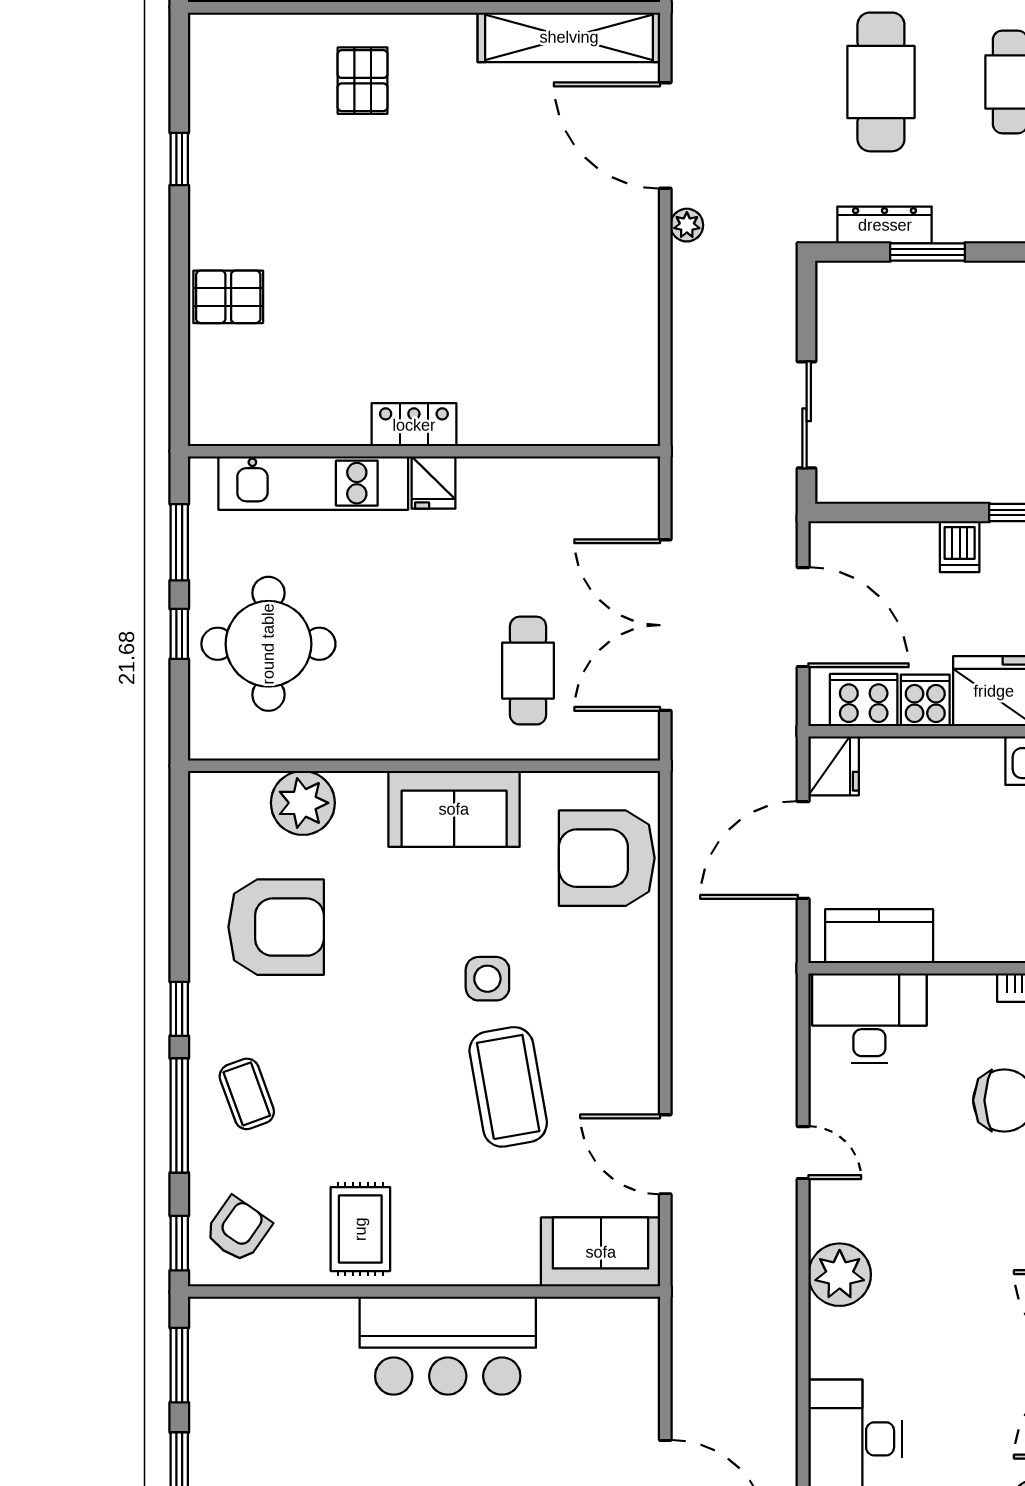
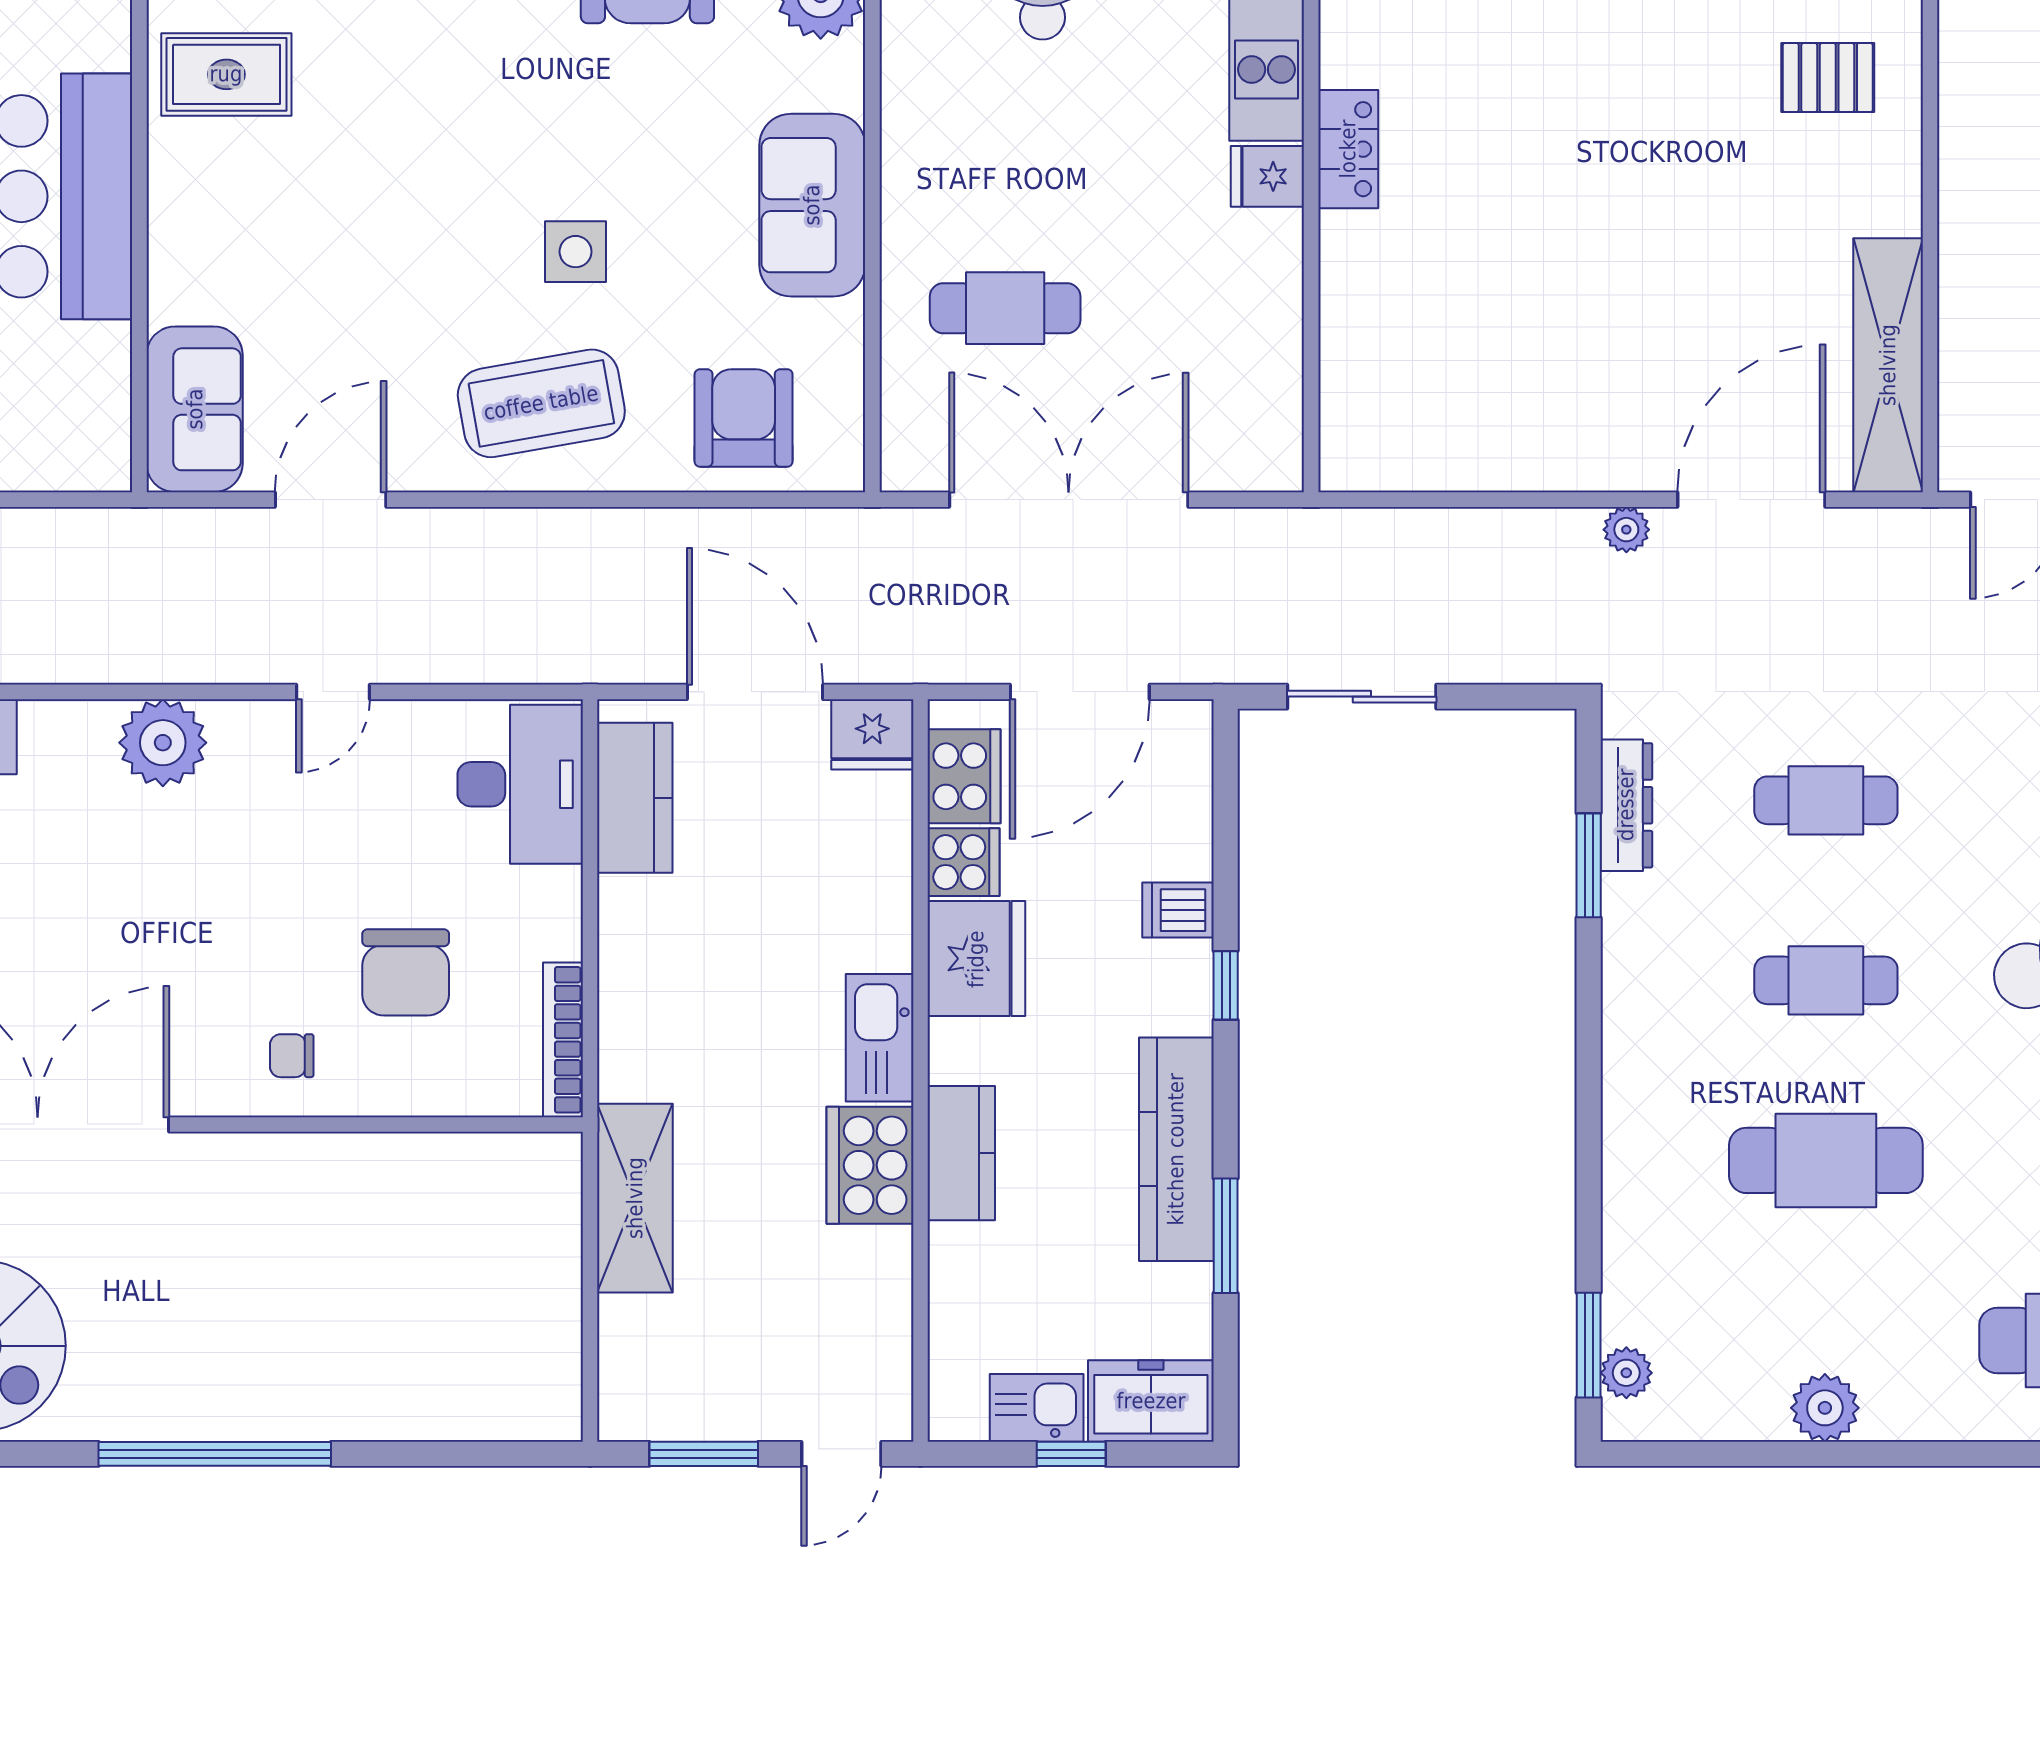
cafe table: (881, 82) -> (1826, 800), width x0.73, depth x0.74
armchair: (607, 858) -> (744, 418), width x0.73, depth x0.73
coffee table: (508, 1087) -> (541, 403), moved

